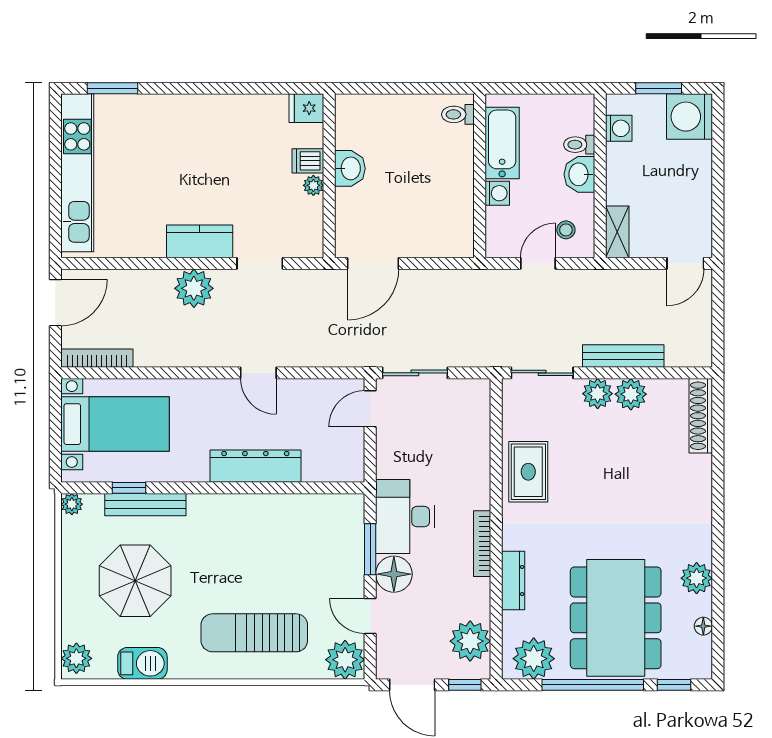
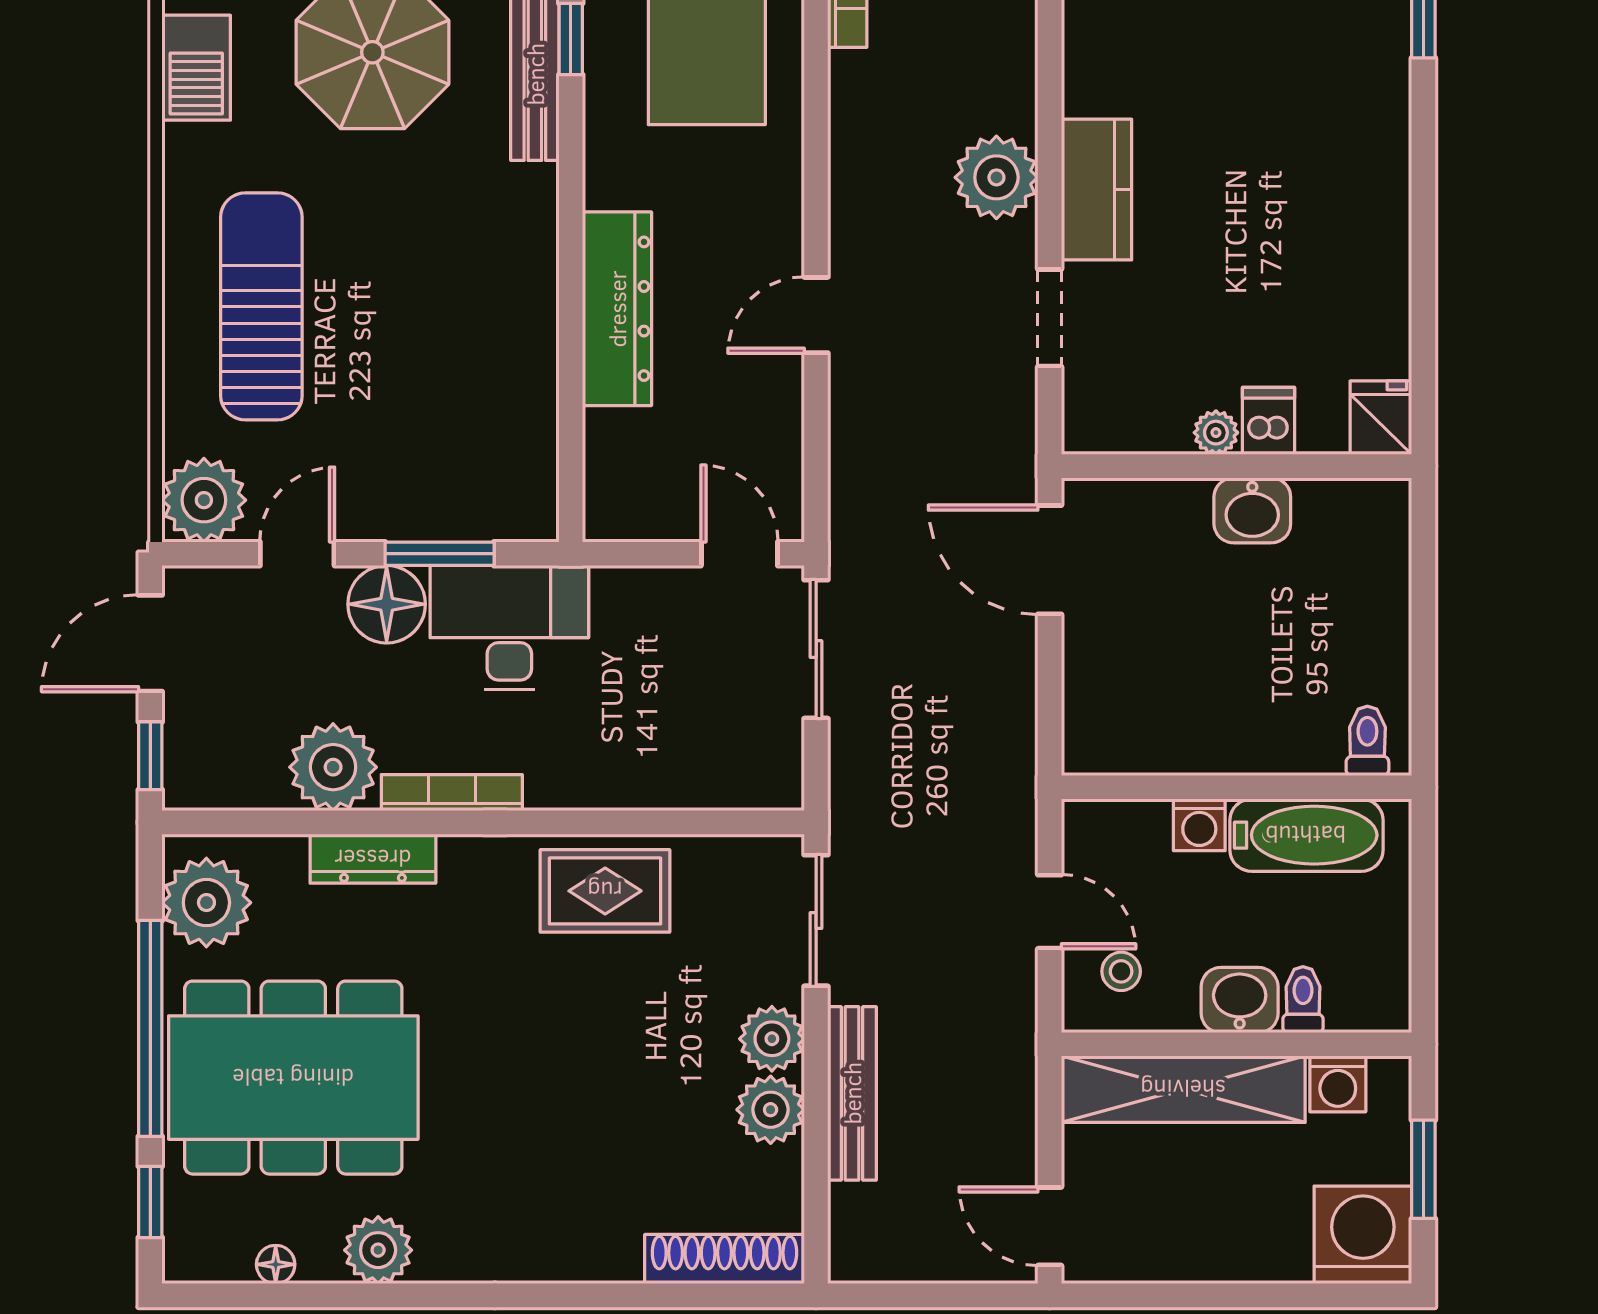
shelving: (617, 232) -> (1183, 1089), width x2.20, depth x1.33
plant: (470, 641) -> (333, 767), moved

